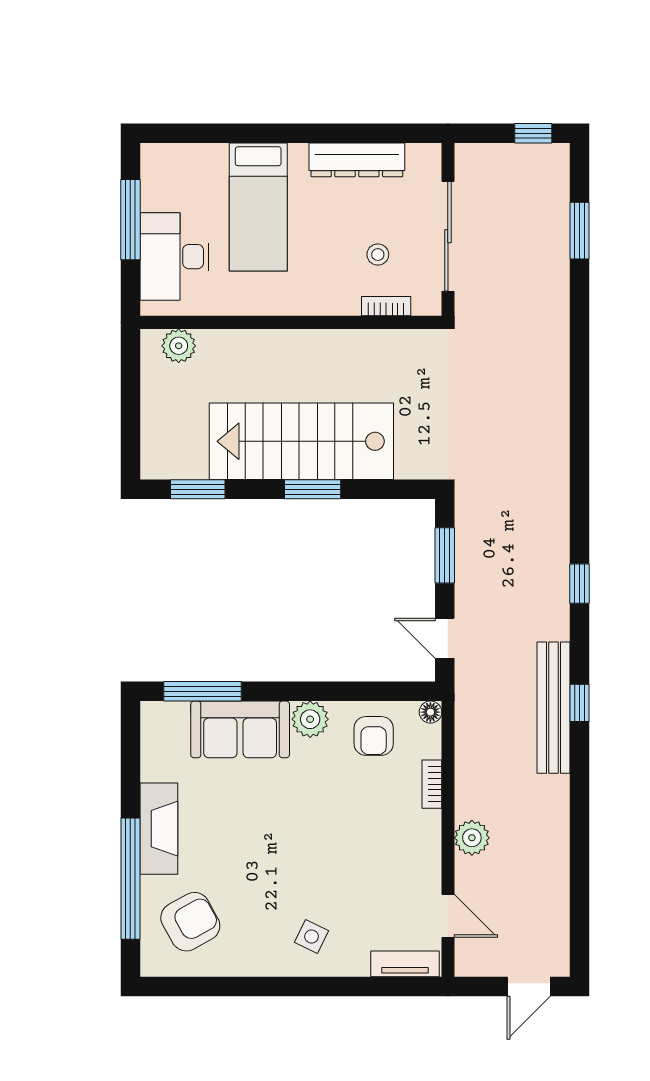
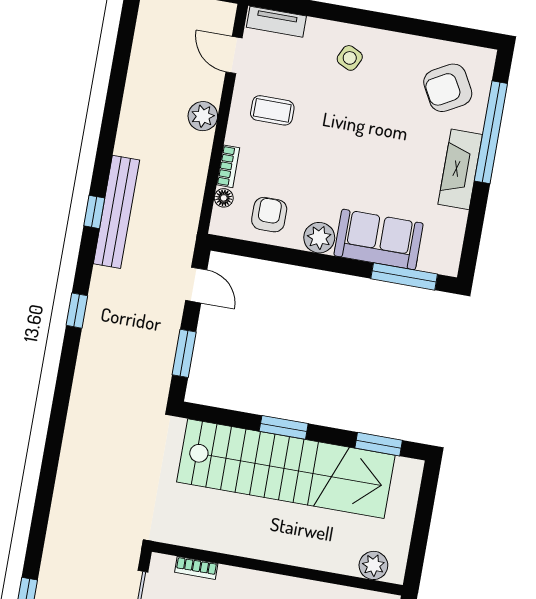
stairs: (301, 441) -> (286, 469), width x1.36
floor lamp: (430, 712) -> (224, 198), moved
coffee table: (392, 859) -> (272, 110), added

